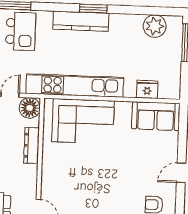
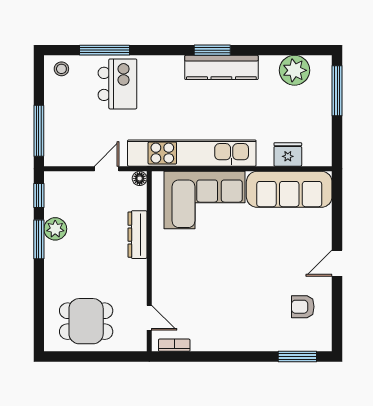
kitchen counter: (81, 21) -> (221, 67), moved
floor lamp: (30, 108) -> (140, 178), width x0.53, depth x0.53
sofa: (156, 116) -> (289, 189), width x1.36

